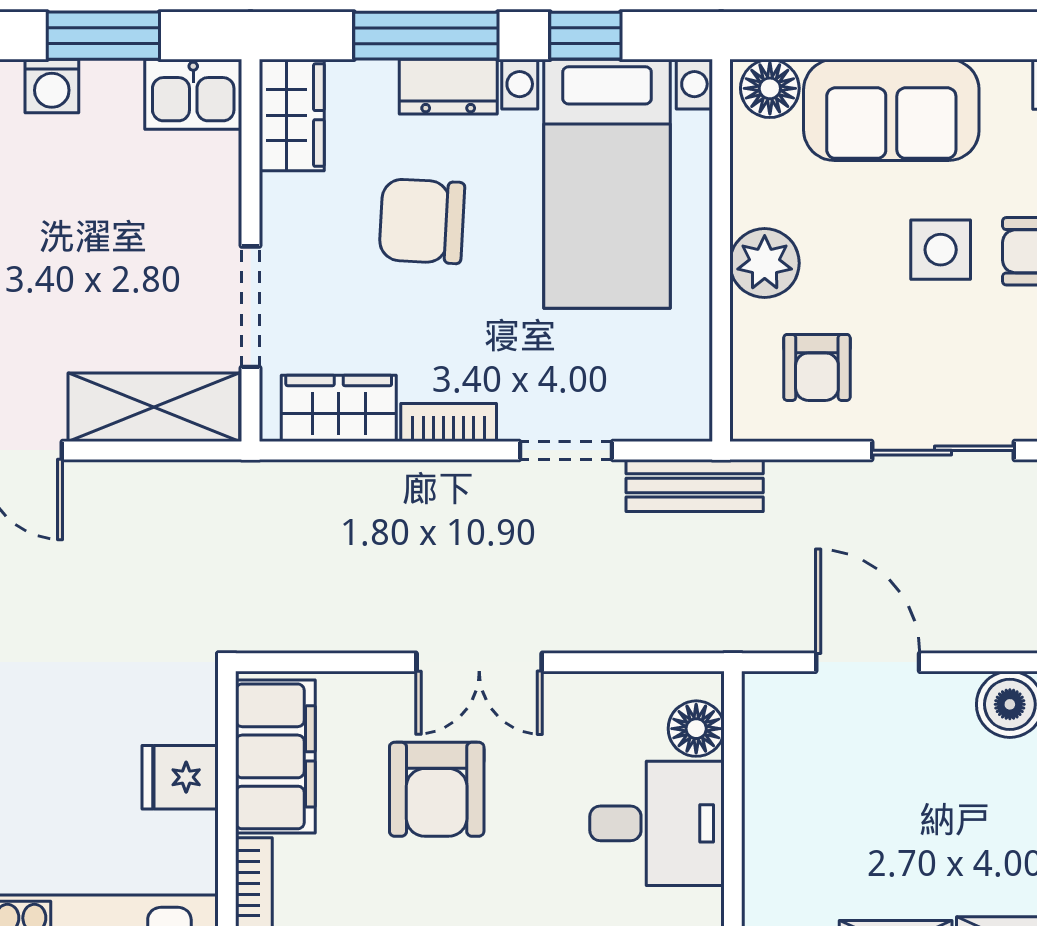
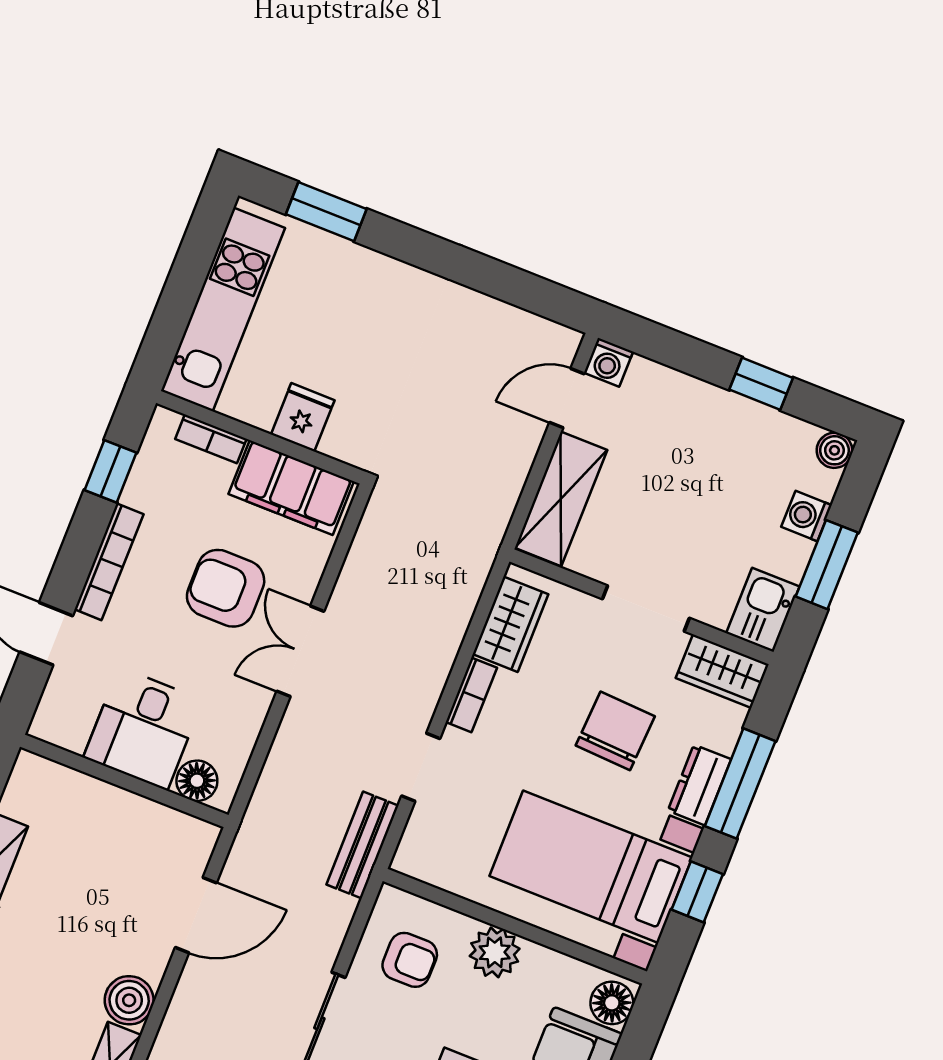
doorway: (250, 307) -> (646, 608), moved
armchair: (817, 367) -> (410, 960), turned 180

